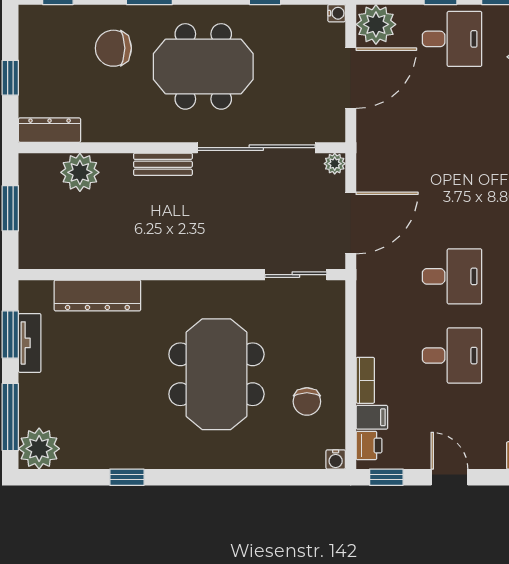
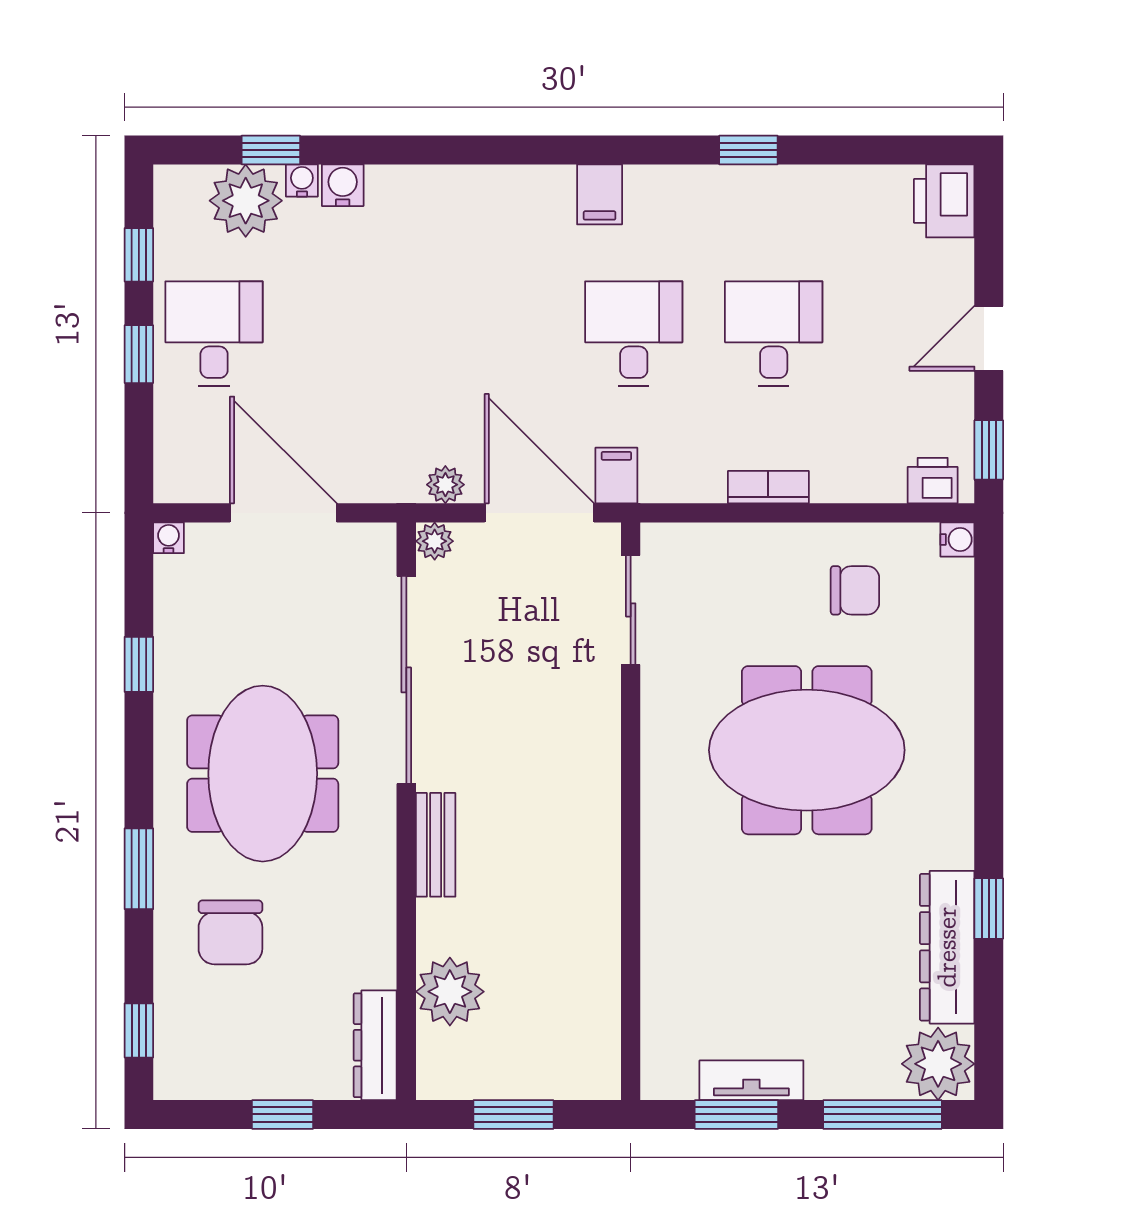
plant: (376, 24) -> (445, 485), moved, width x0.53, depth x0.53
dresser: (97, 295) -> (947, 947), moved, turned 180
bookcase: (365, 380) -> (768, 487), moved
filing cabinet: (372, 417) -> (616, 475), moved

